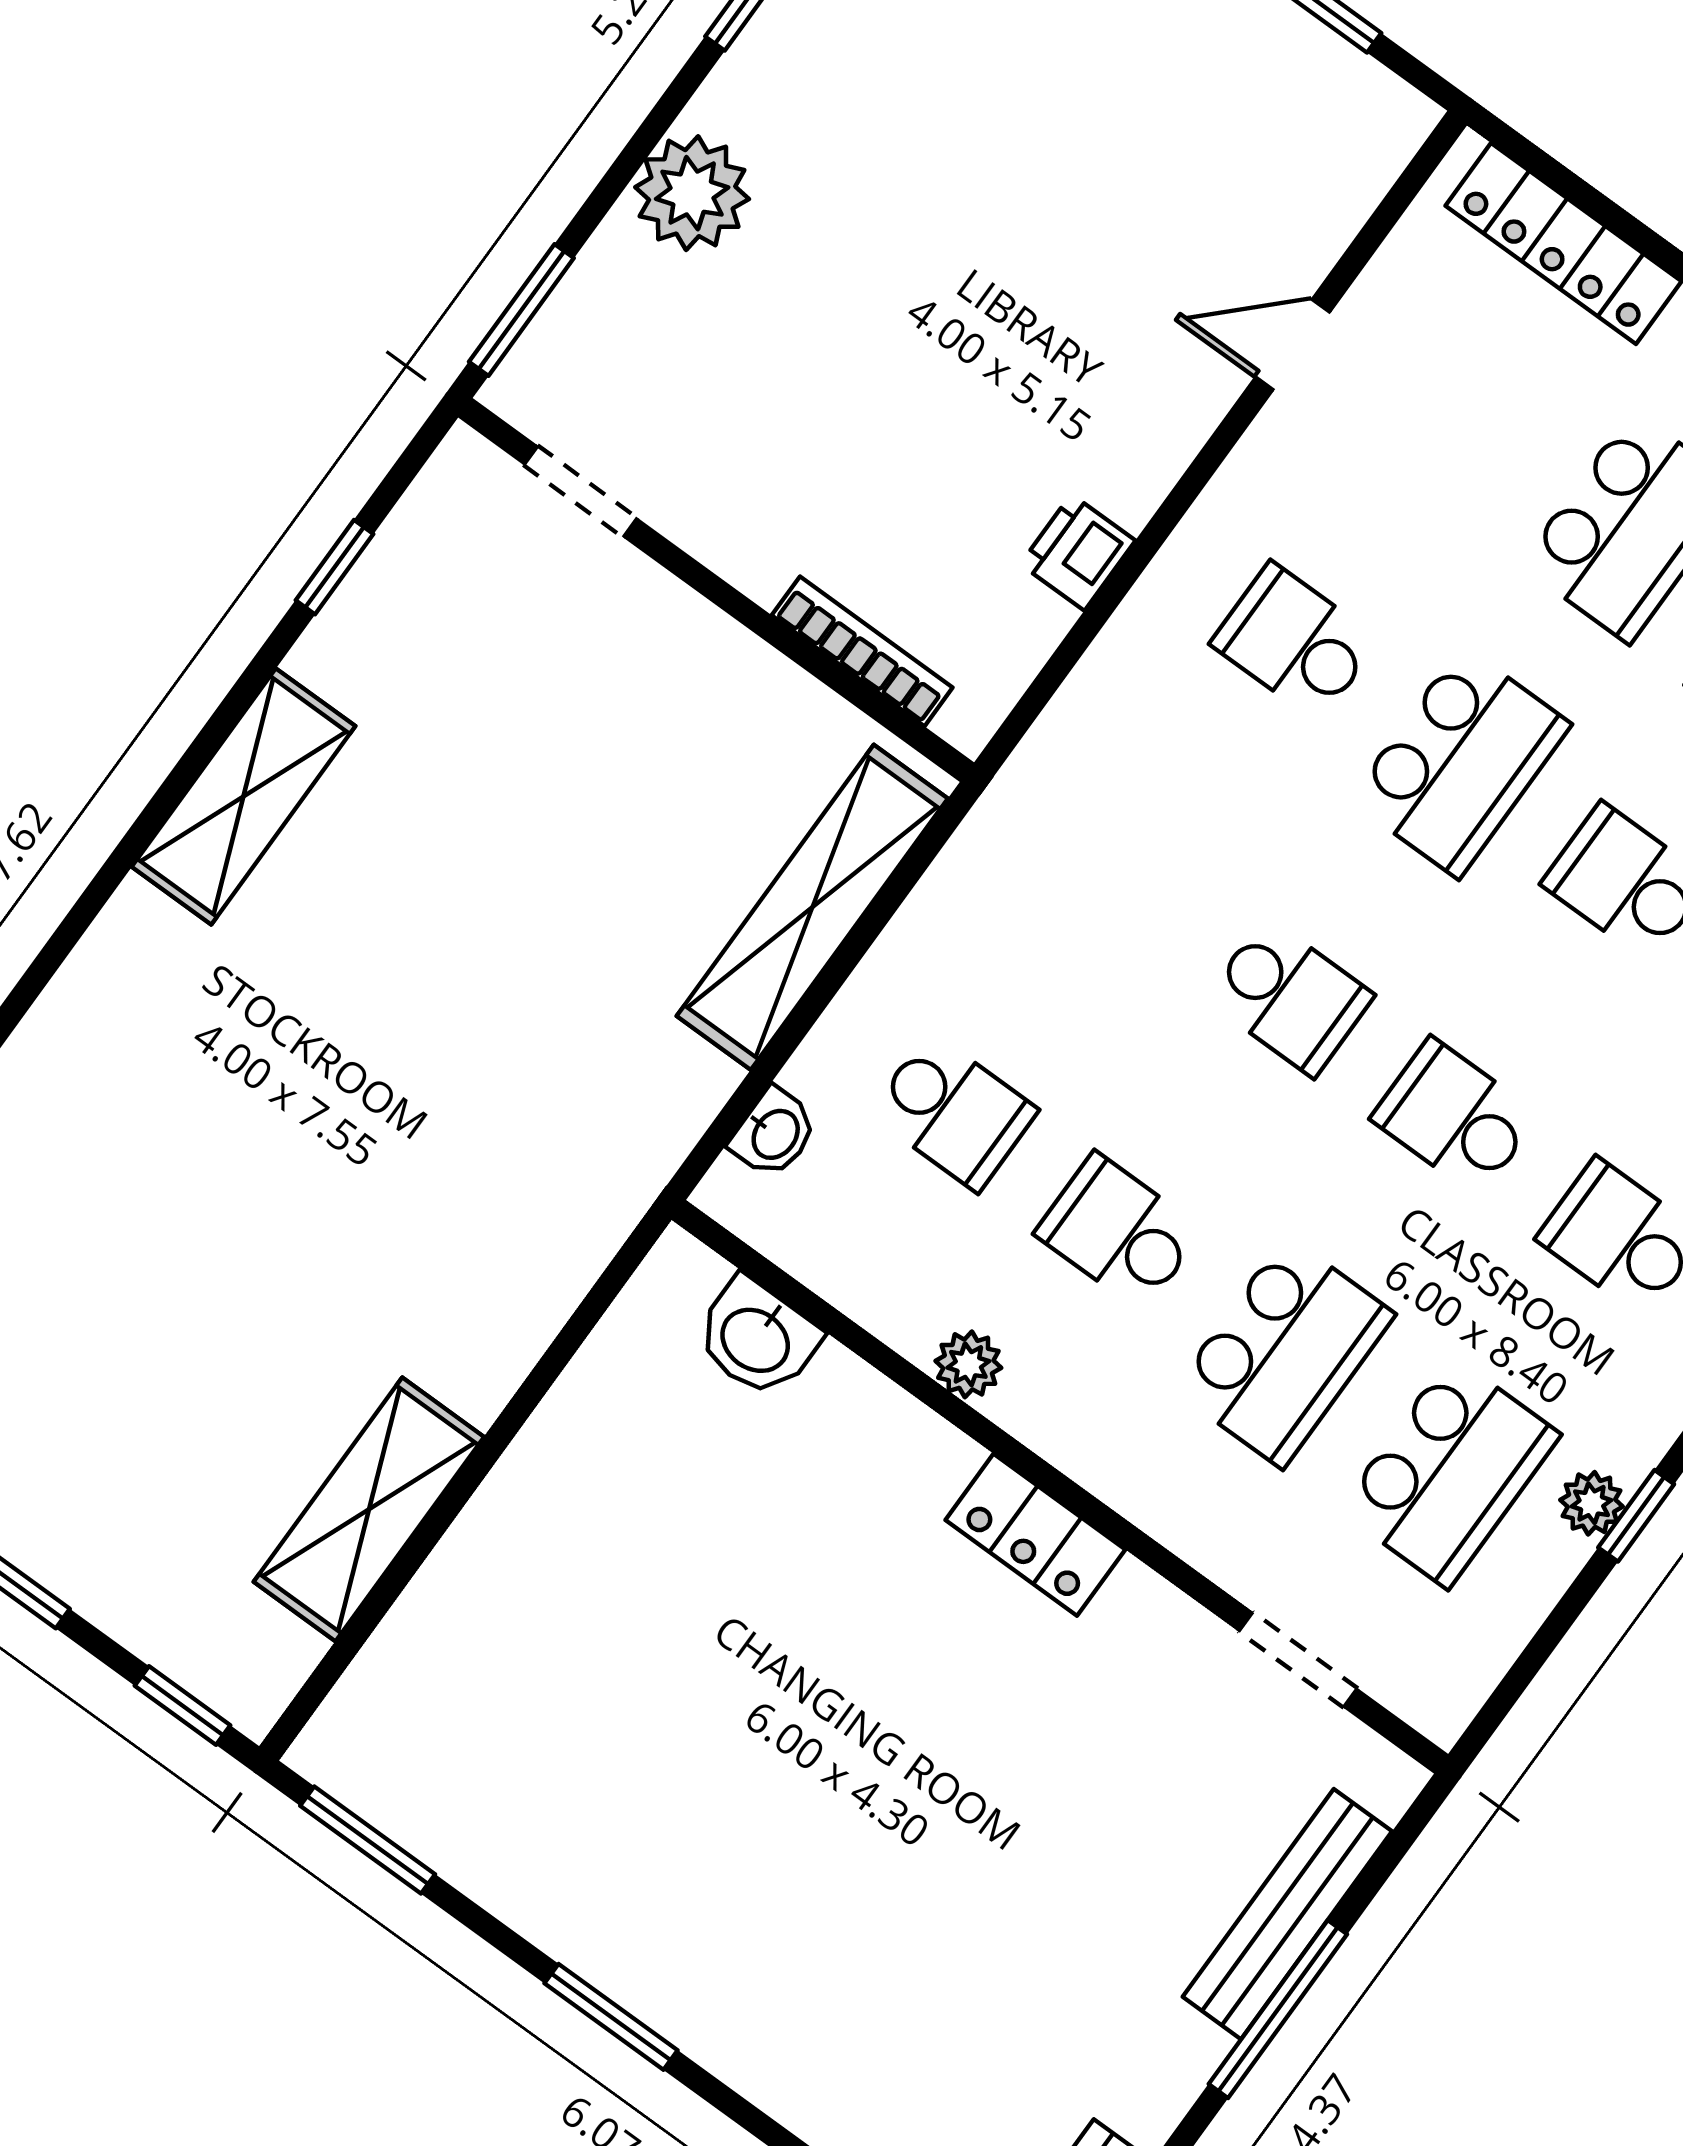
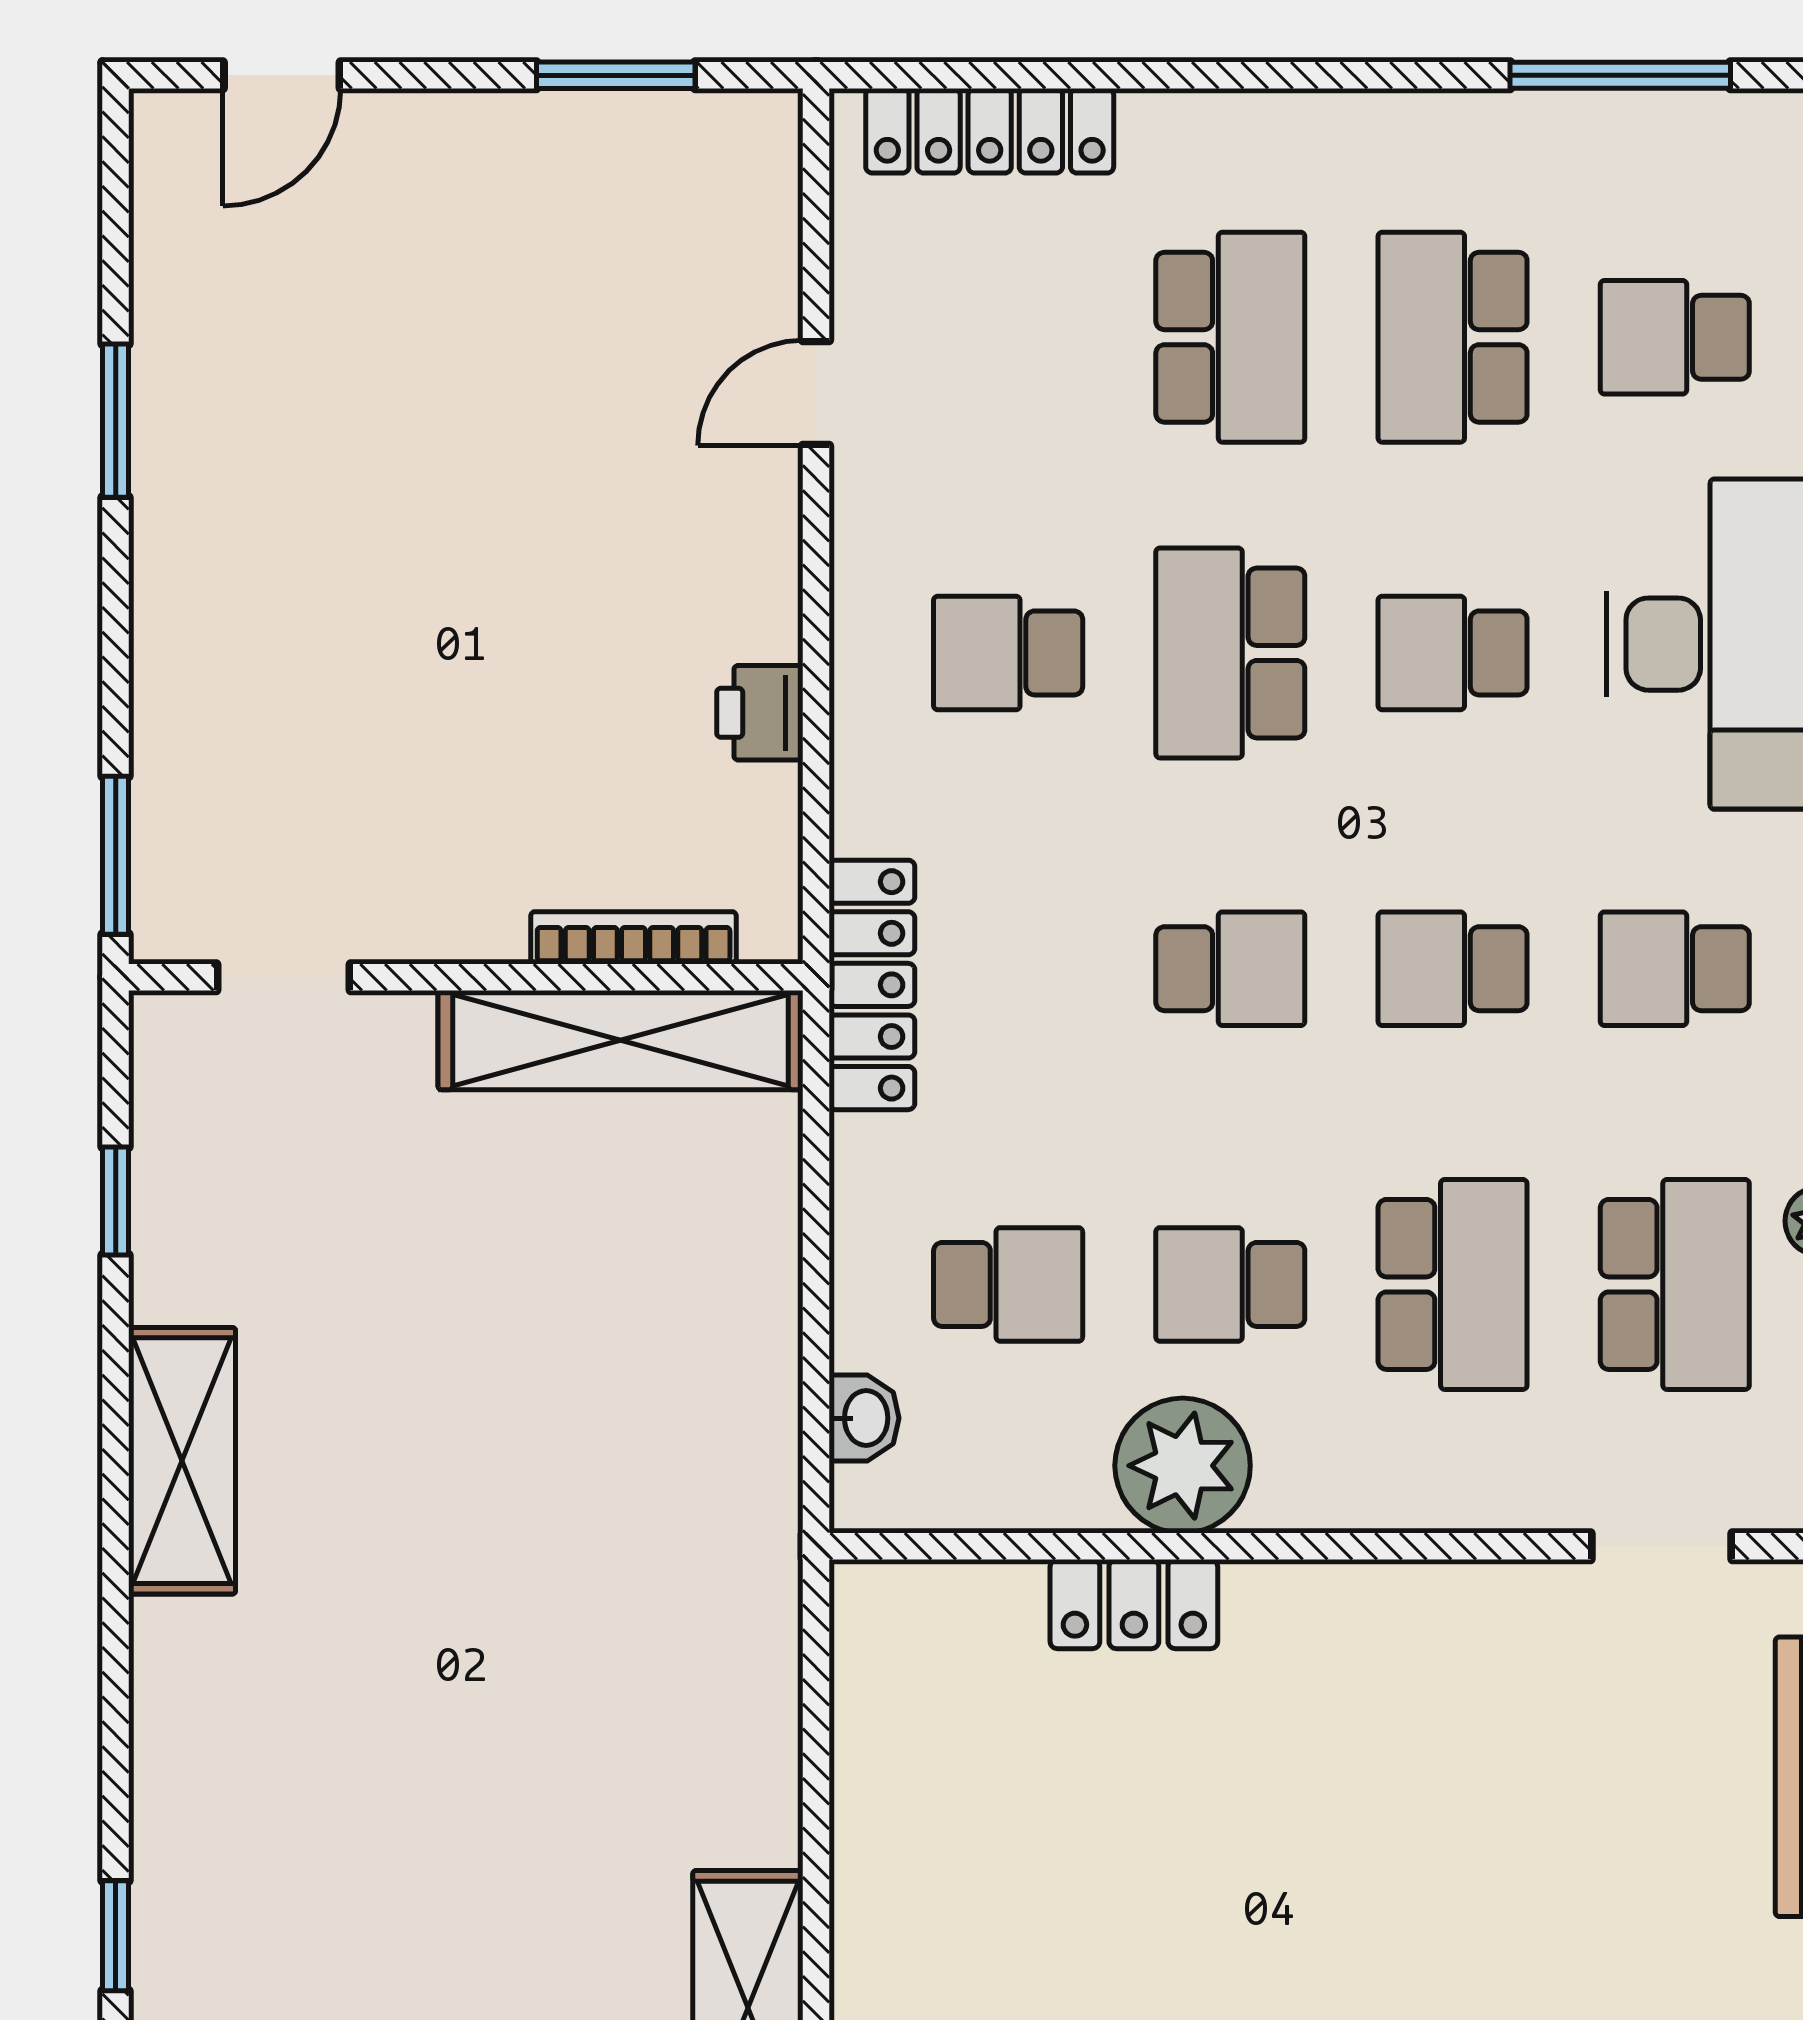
plant: (692, 193) -> (191, 643), removed
school desk: (1460, 762) -> (1230, 653), turned 180
locker: (1014, 815) -> (872, 985), added
shelving: (812, 907) -> (620, 1040), moved, turned 90
washbasin: (757, 1338) -> (980, 1609), removed
plant: (968, 1364) -> (1183, 1466), width x1.88, depth x1.88
locker: (1035, 1535) -> (1134, 1604), moved

